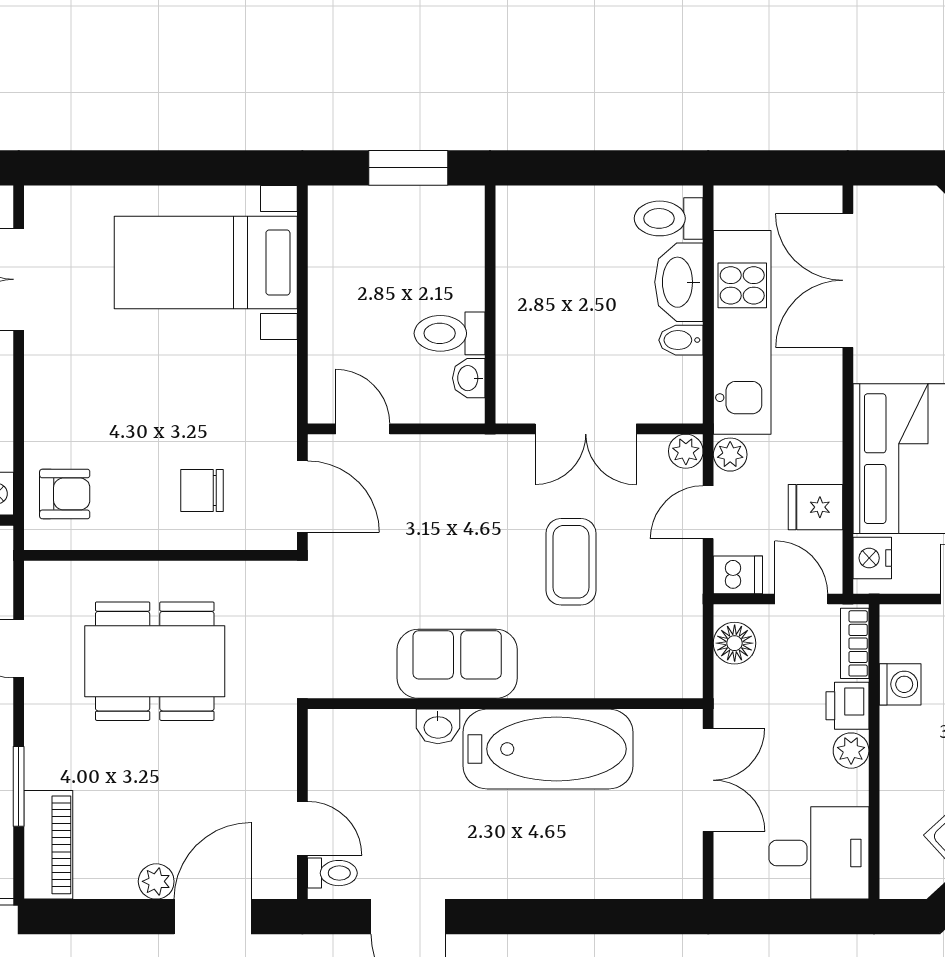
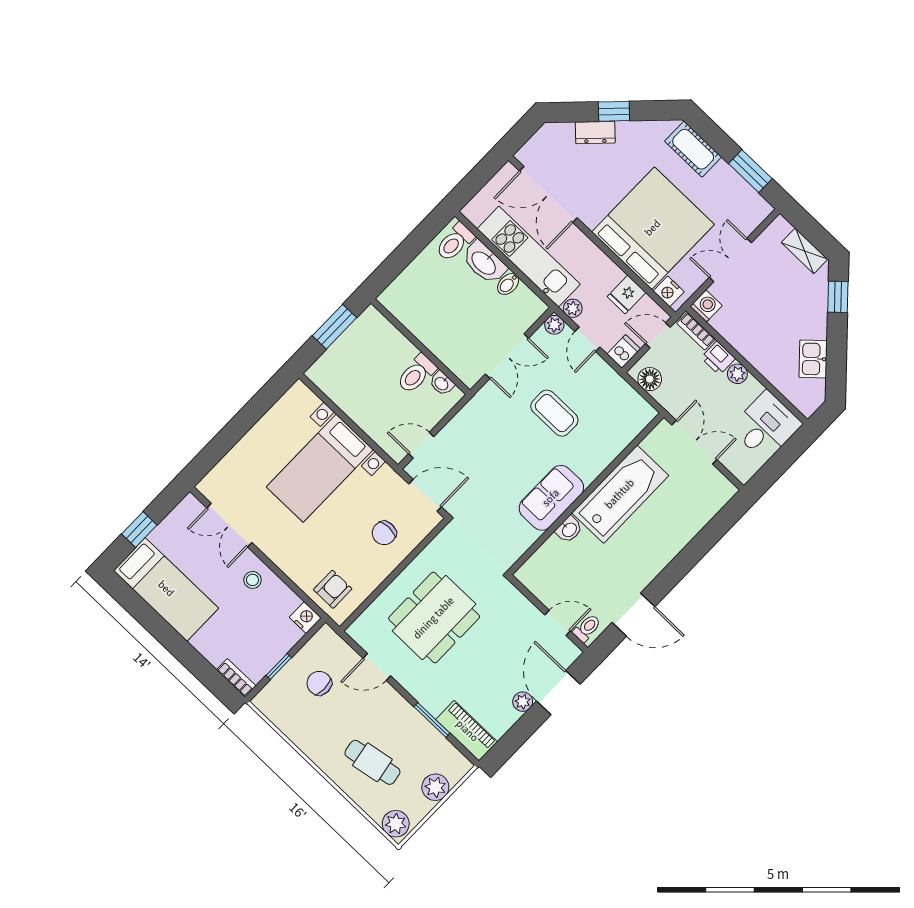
bed with nightstands: (206, 263) -> (320, 468), moved
washing machine: (900, 684) -> (706, 306), moved

